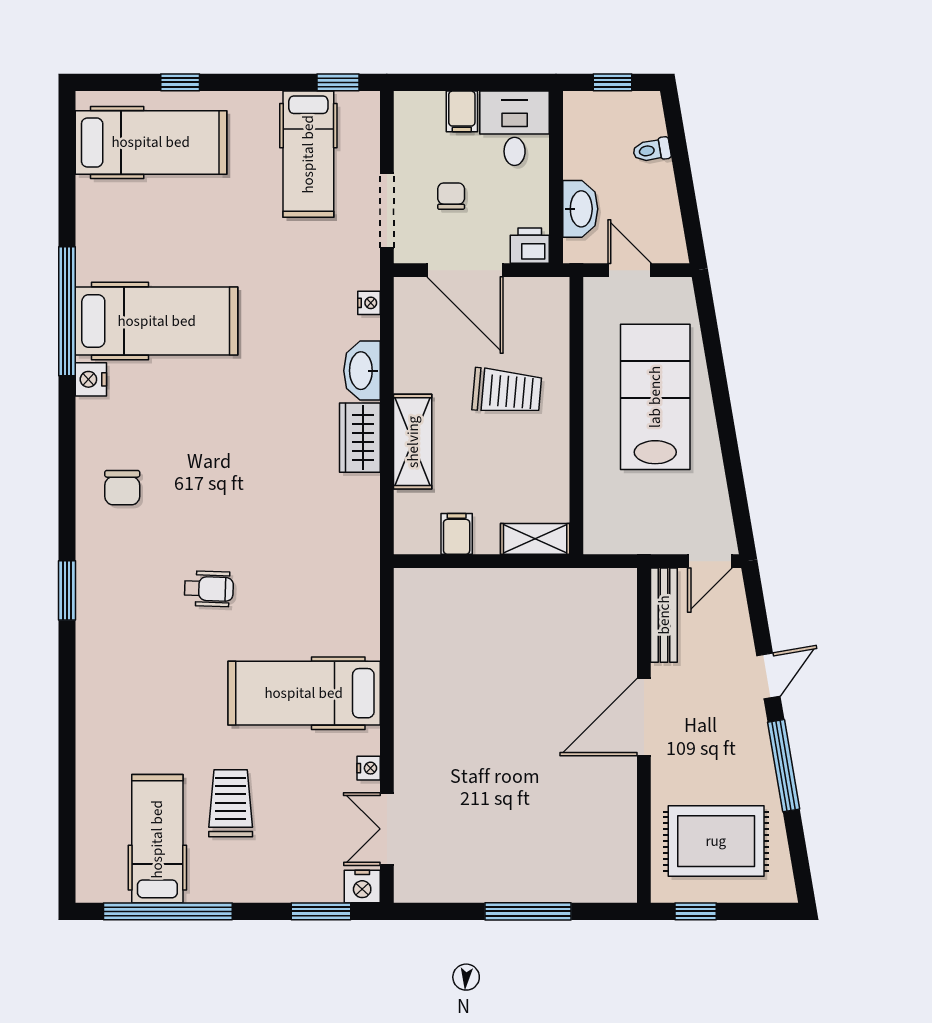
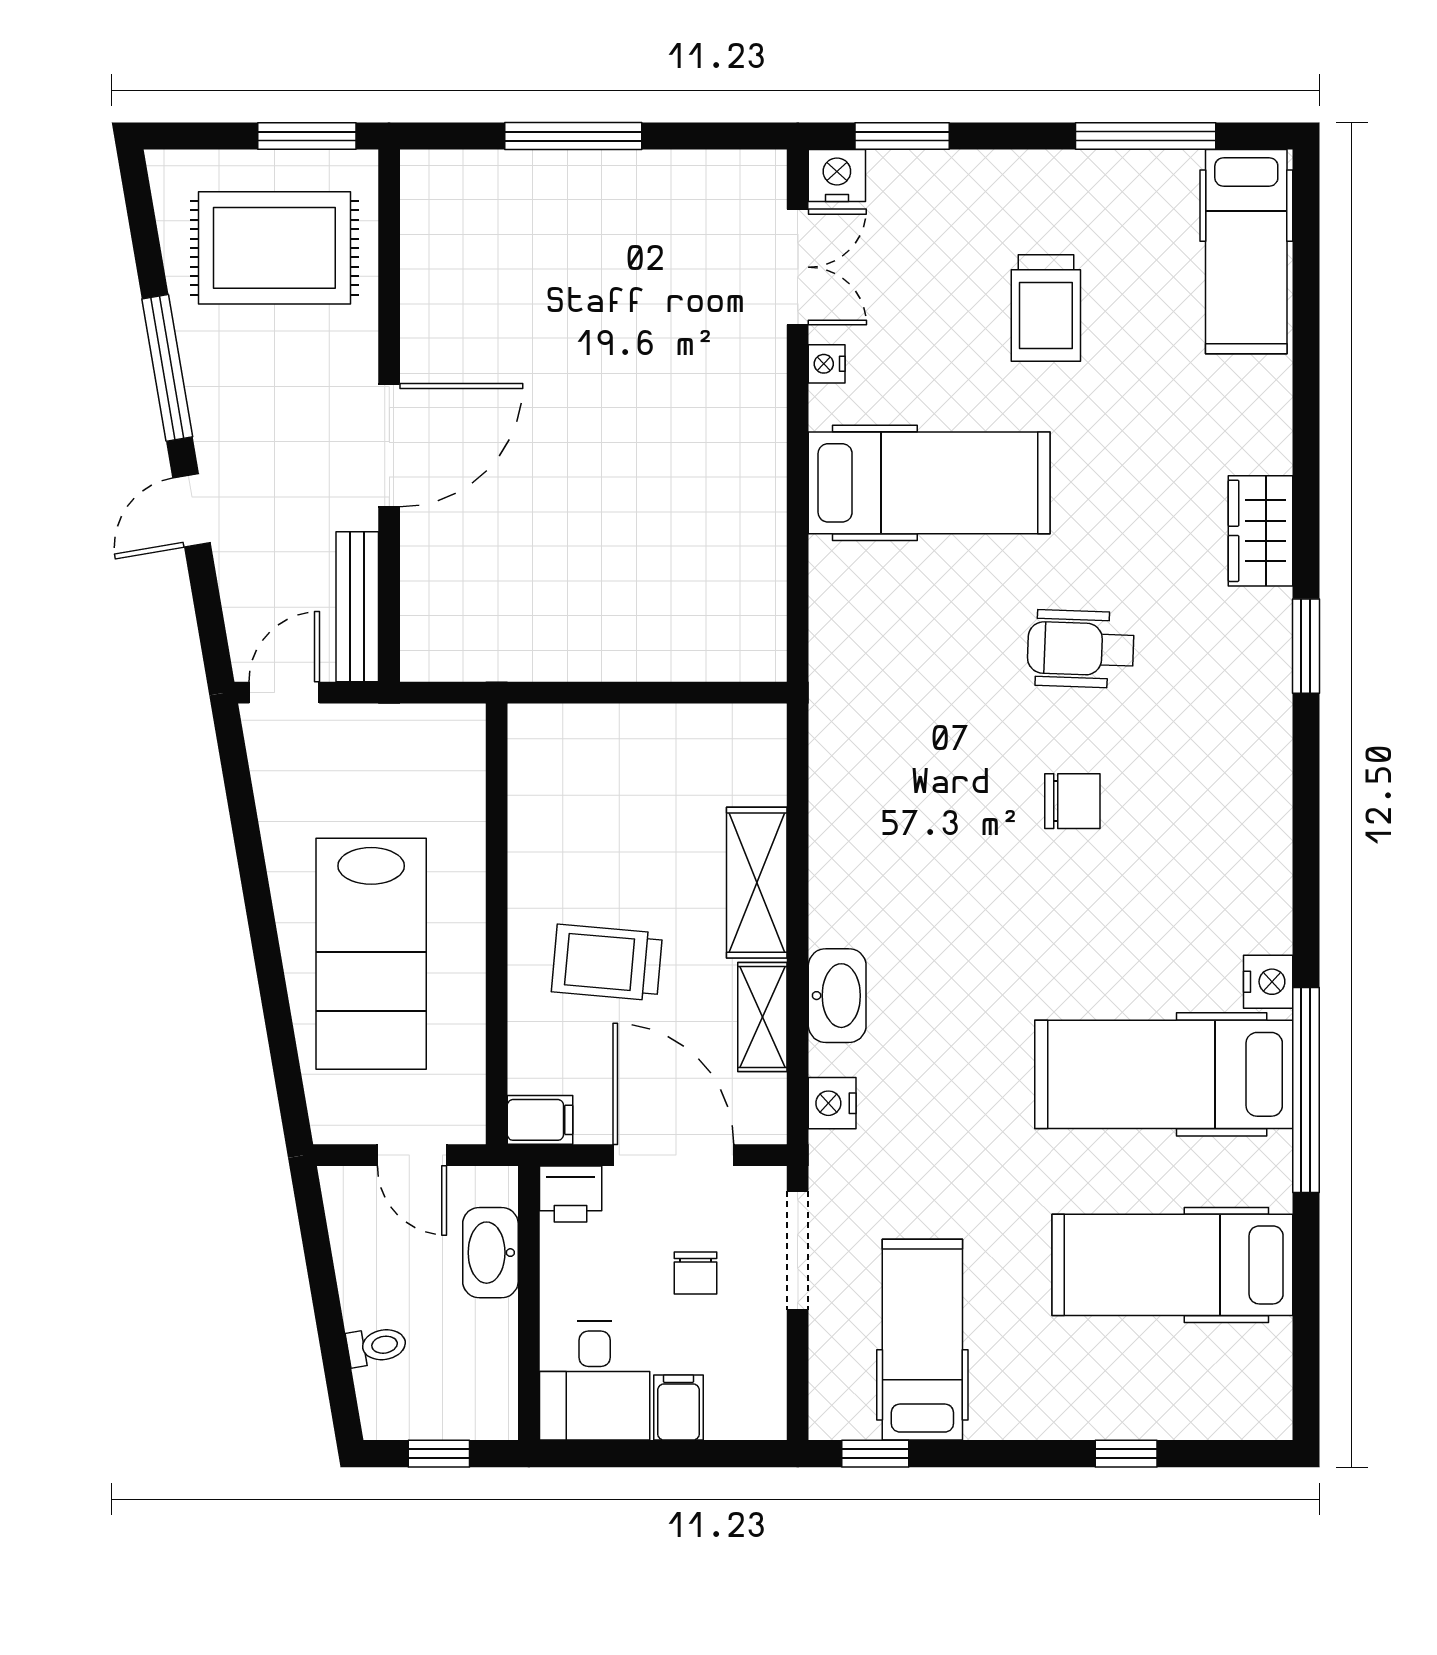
hospital bed: (151, 142) -> (1172, 1265), moved
nightstand: (369, 303) -> (832, 1103), width x1.39, depth x1.35
wardrobe: (360, 438) -> (1260, 531), moved, turned 180
chair: (122, 488) -> (1072, 801), moved, turned 90
filing cabinet: (457, 534) -> (540, 1120), moved, turned -90
shelving: (535, 539) -> (762, 1017), moved, turned 90
wheelchair: (209, 589) -> (1081, 649), width x1.36, depth x1.37
hospital bed: (157, 839) -> (1246, 252), moved
window: (168, 911) -> (1146, 136), width x0.68
window: (696, 911) -> (307, 136), width x1.50

